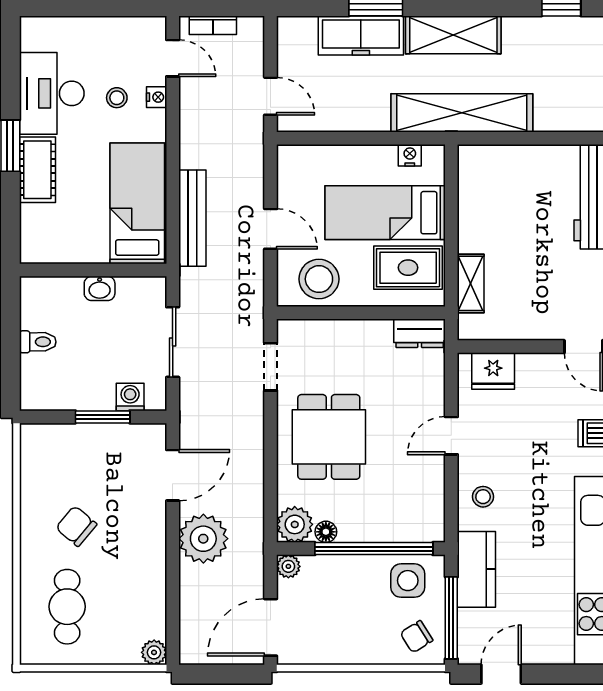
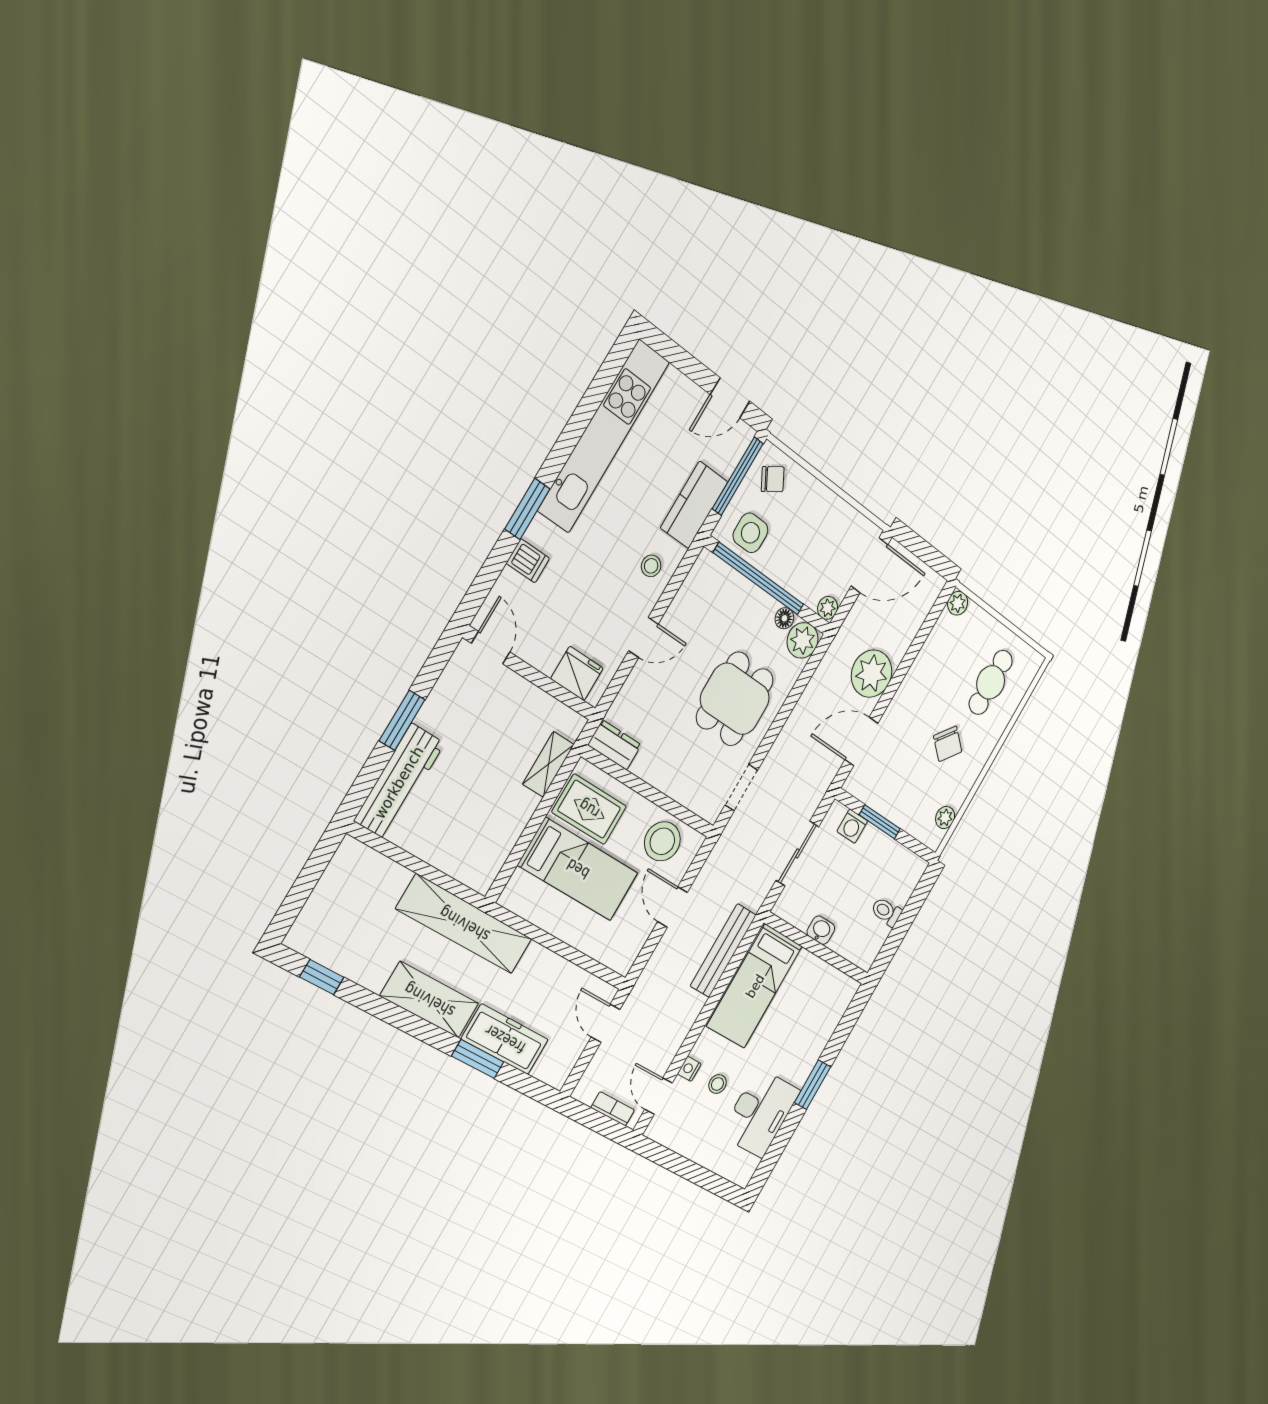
nightstand: (410, 155) -> (529, 910), removed
cot: (37, 170) -> (806, 1054), removed
plant: (32, 460) -> (945, 818), added

